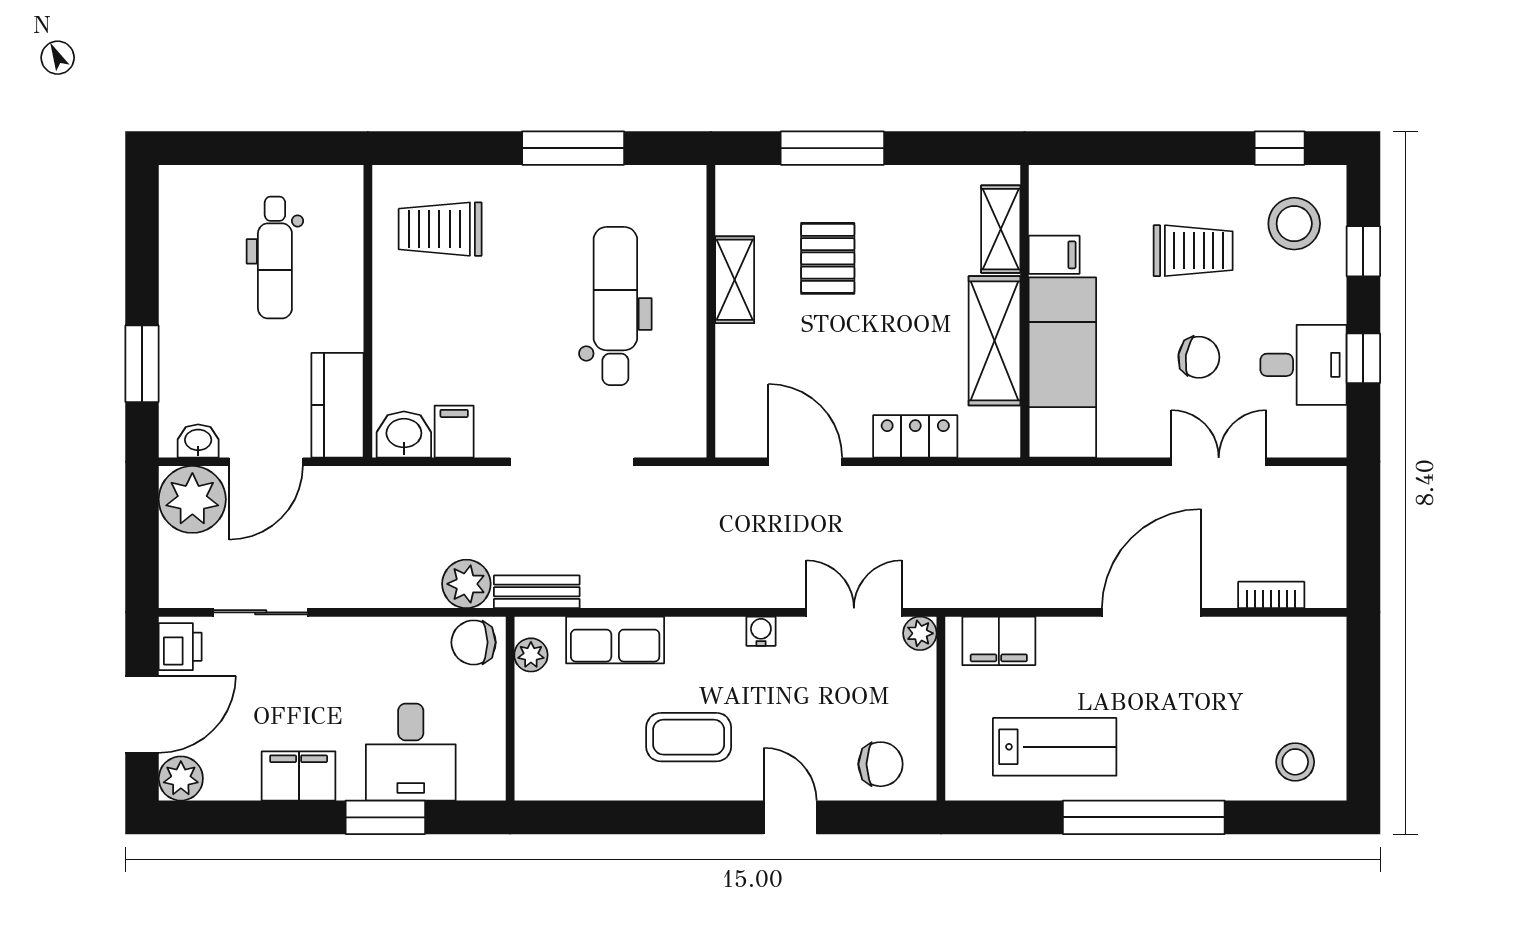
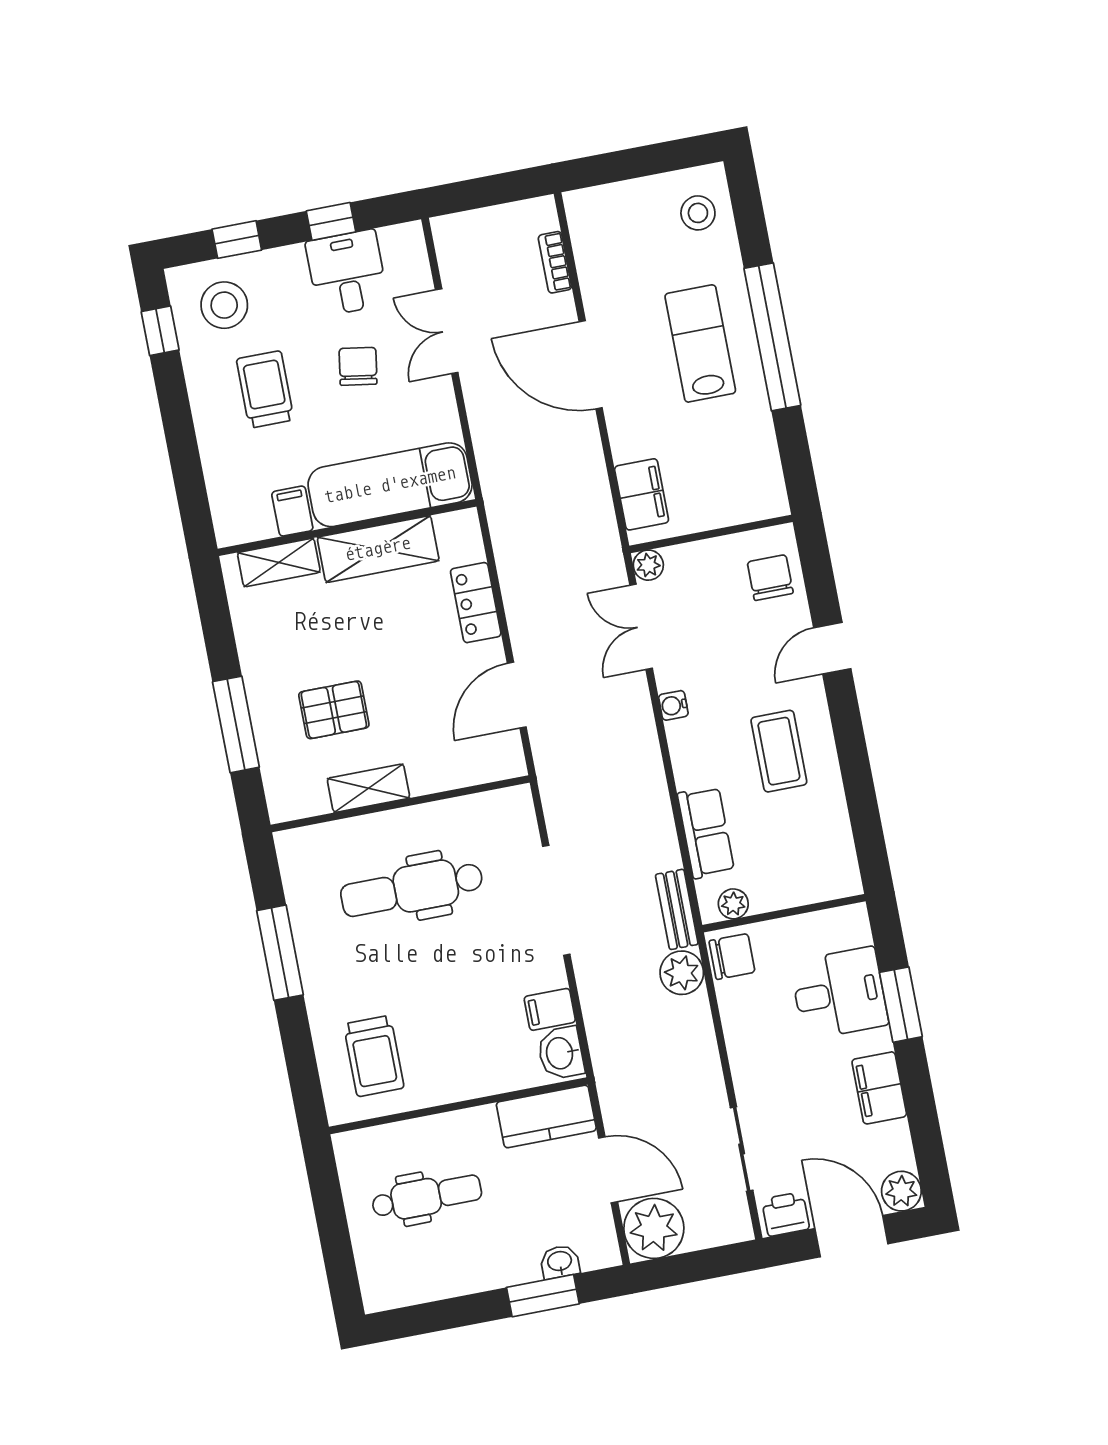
washbasin: (198, 441) -> (560, 1262), moved, turned 90
chair: (474, 642) -> (732, 956), turned -90
lab bench: (1055, 747) -> (700, 343), moved

